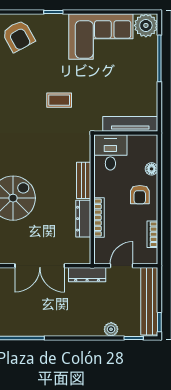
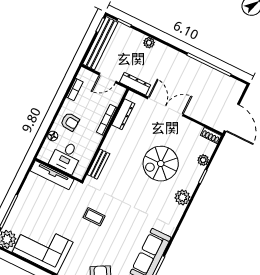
desk: (110, 152) -> (66, 157), moved
bench: (84, 180) -> (99, 164), moved
armchair: (140, 195) -> (70, 122), turned 95
dresser: (83, 219) -> (123, 114), moved
plant: (111, 329) -> (149, 43), moved

